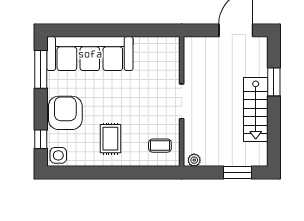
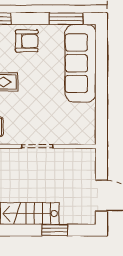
armchair: (65, 113) -> (27, 41), width x0.73, depth x0.73

